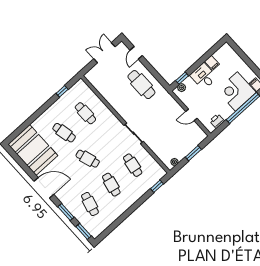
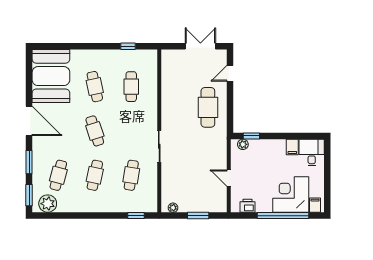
desk: (204, 76) -> (312, 153), moved
plant: (99, 226) -> (48, 204), added

